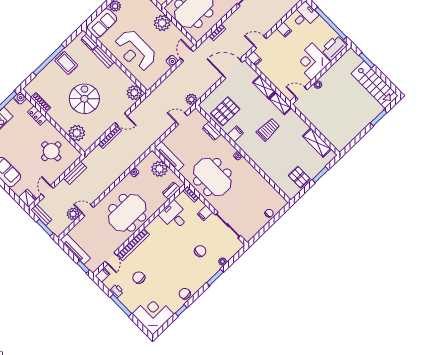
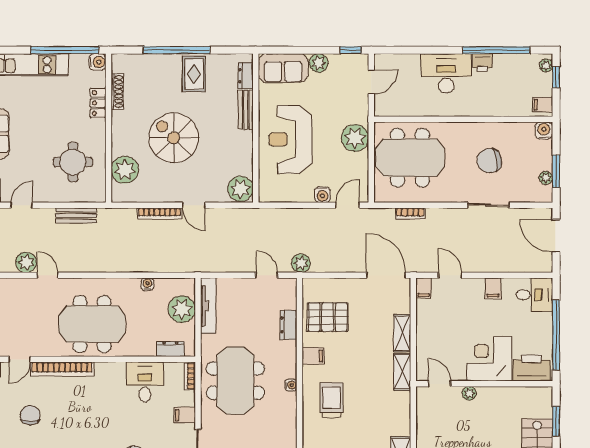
spiral stairs: (84, 99) -> (174, 138), turned -90
trolley: (268, 130) -> (332, 400), moved, turned -90

